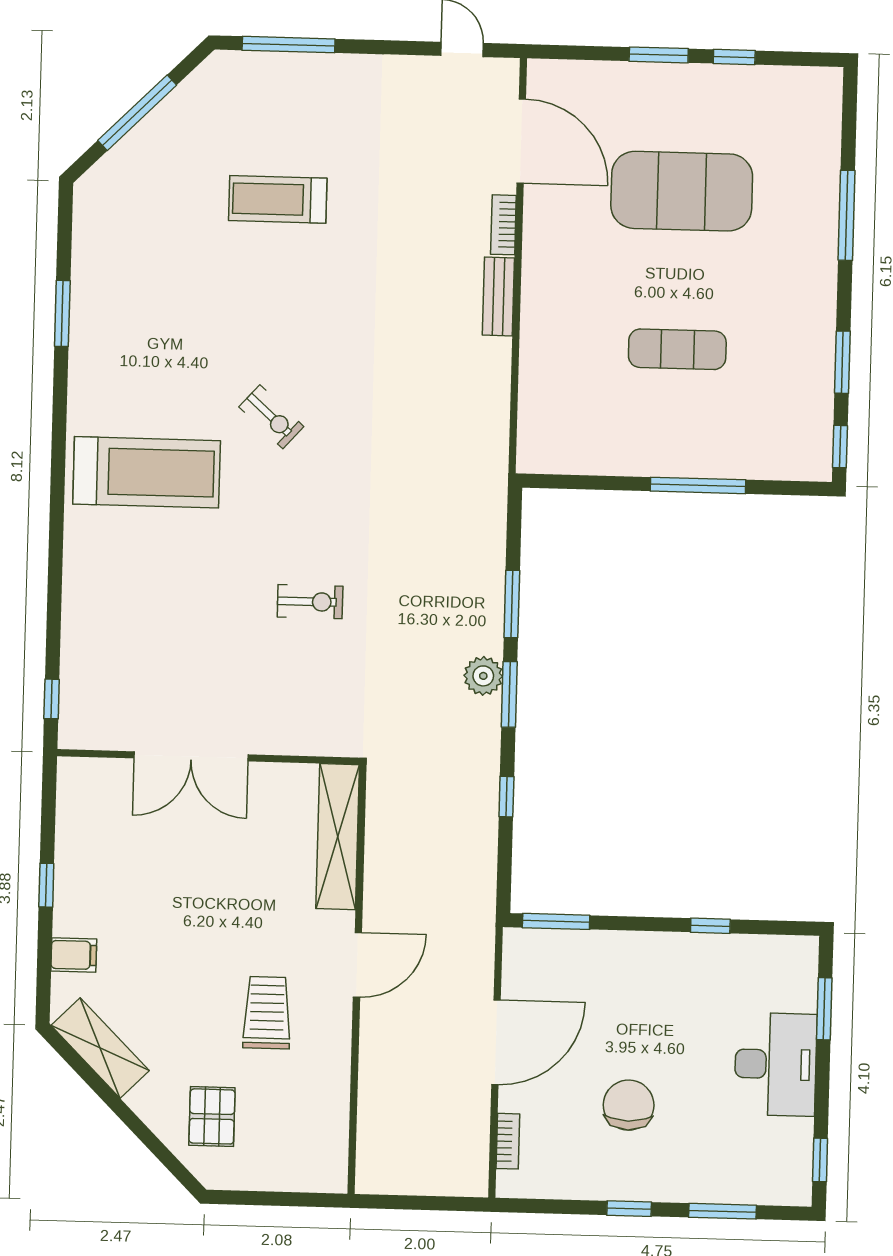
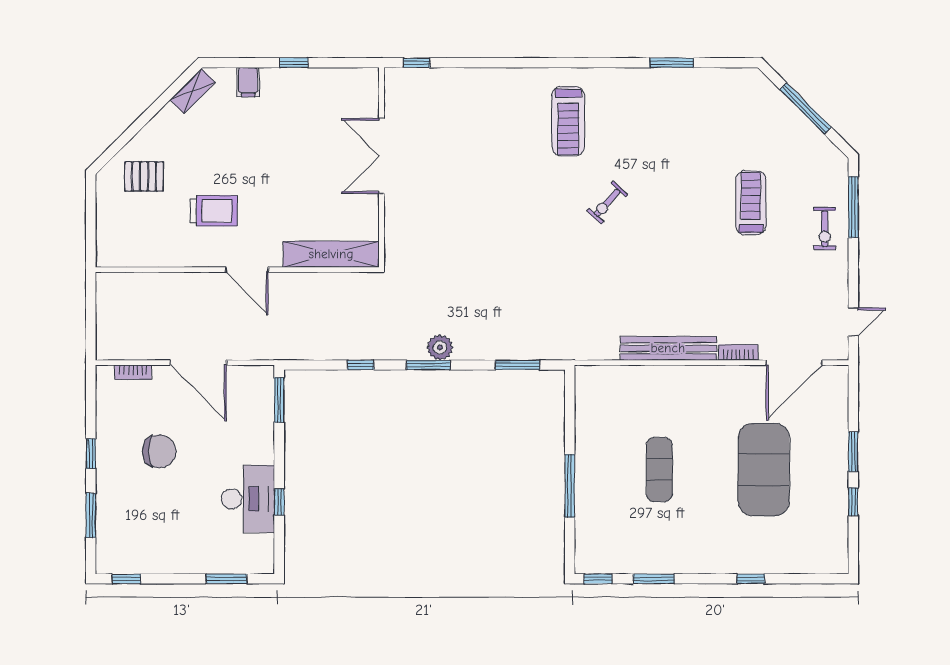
window: (846, 215) -> (751, 579), width x0.46
bench: (498, 297) -> (668, 348), width x1.86, depth x1.21
treadmill: (147, 472) -> (568, 121), width x0.73, depth x0.73
exercise bike: (310, 602) -> (825, 229), moved
window: (512, 604) -> (517, 365), moved
shelving: (100, 1048) -> (193, 91), width x0.67, depth x0.75
desk: (776, 1064) -> (248, 499), moved, turned -90

